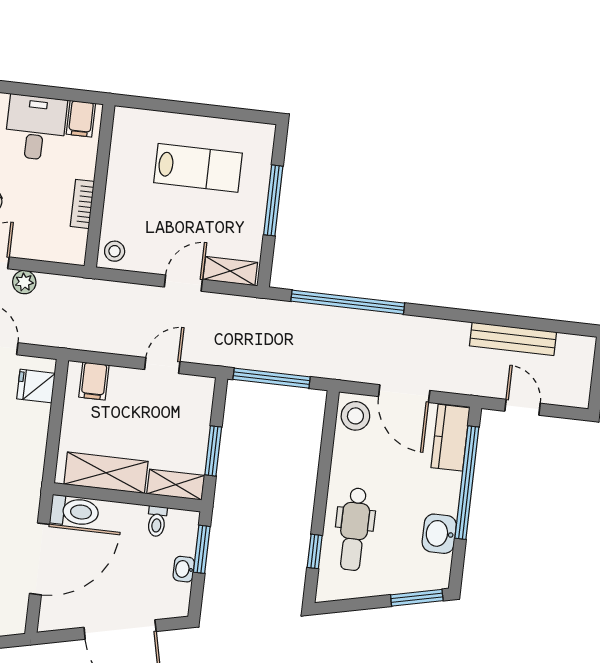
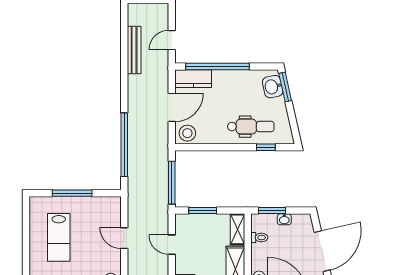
lab bench: (198, 168) -> (59, 237), turned 180
shelving: (230, 271) -> (114, 213), removed
window: (213, 451) -> (203, 211), moved
washbasin: (439, 534) -> (273, 87), moved, turned 77

